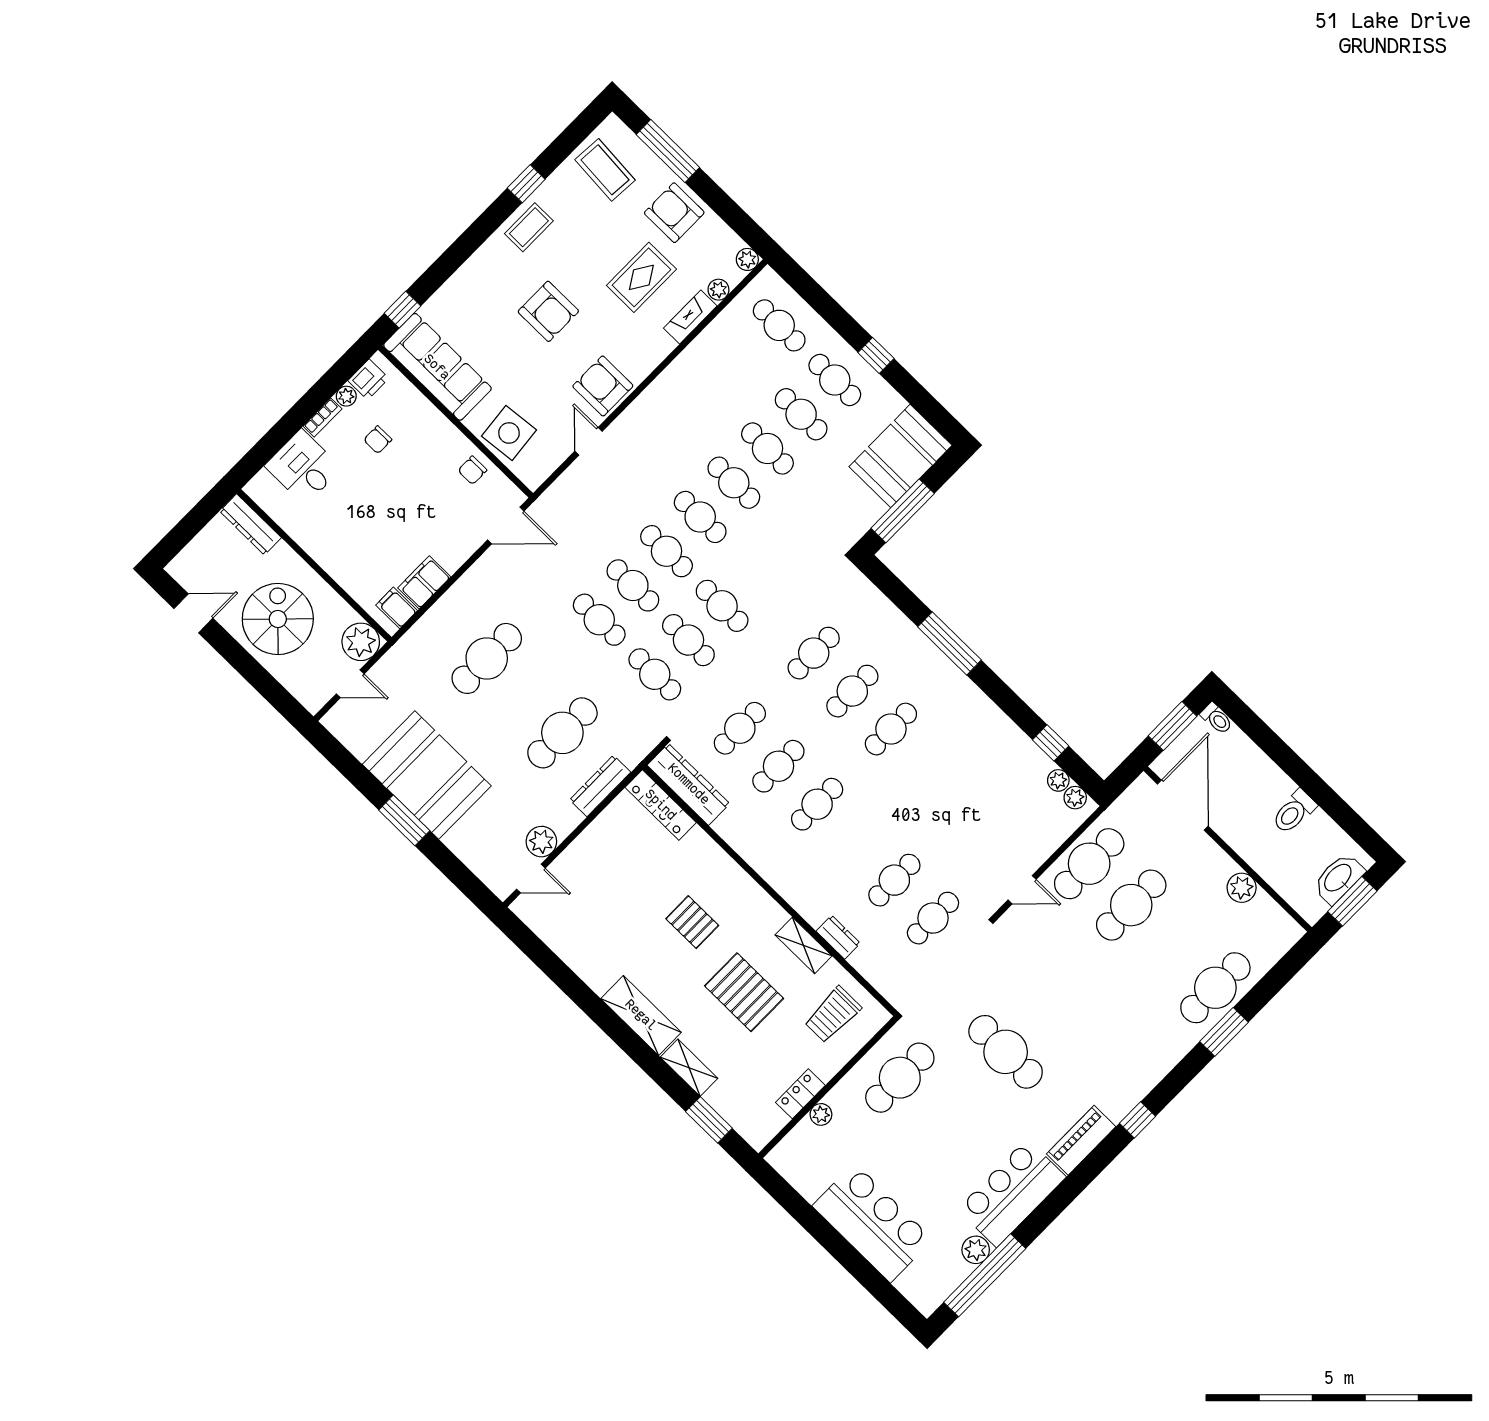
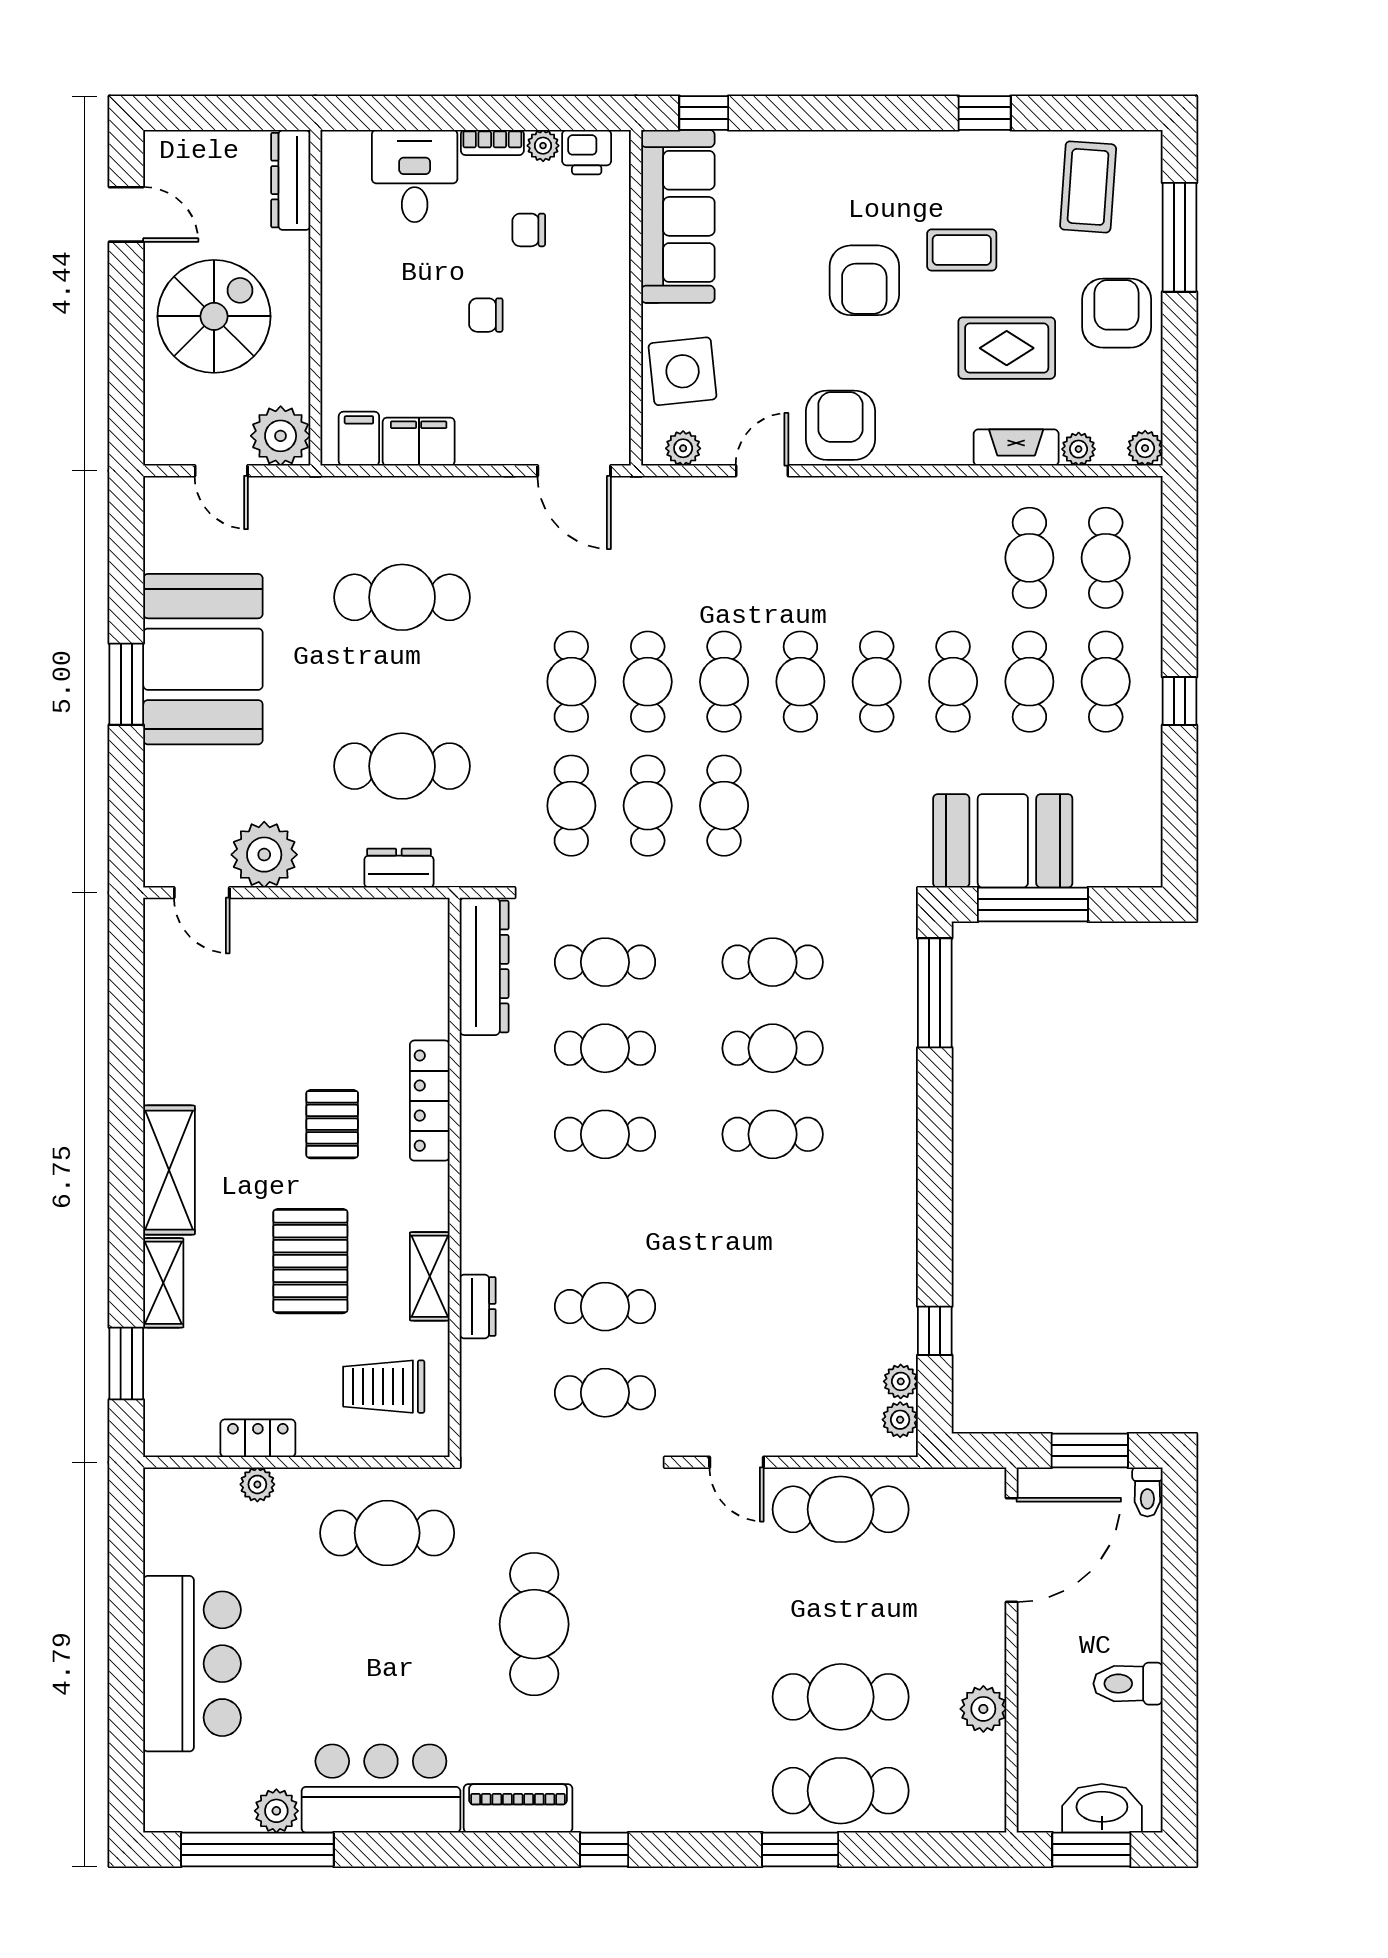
coffee table: (529, 227) -> (962, 250), moved
cafe table: (746, 360) -> (1029, 558), added
booth: (901, 456) -> (1003, 841), moved
plant: (544, 467) -> (683, 448), added
chair: (472, 470) -> (486, 315), moved
window: (949, 643) -> (935, 993), moved
dresser: (600, 786) -> (399, 868), width x0.70
locker: (661, 805) -> (430, 1101), moved
plant: (541, 842) -> (264, 855), width x1.36, depth x1.36
cafe table: (1131, 905) -> (841, 1697), moved

